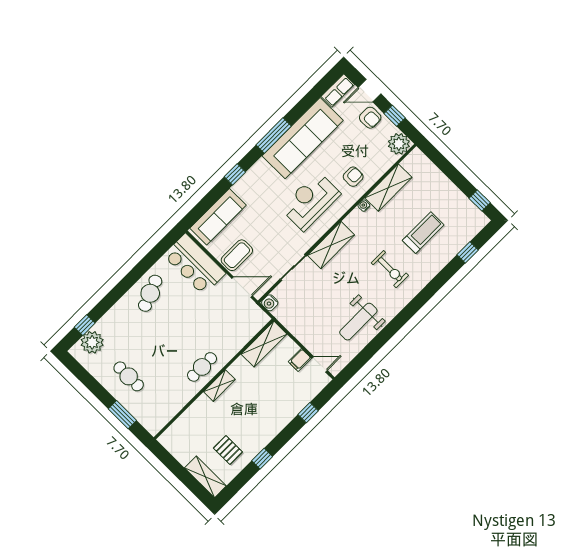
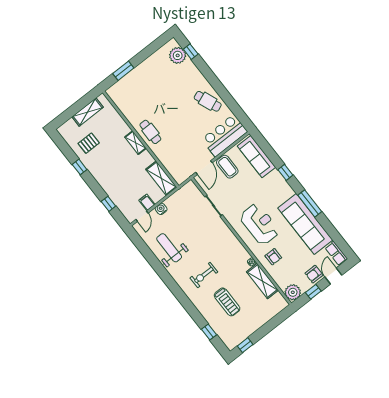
shelving: (331, 245) -> (226, 235), removed
water cooler: (270, 303) -> (161, 209), moved
cafe table: (129, 376) -> (150, 79), removed
shelving: (205, 477) -> (88, 112), moved

